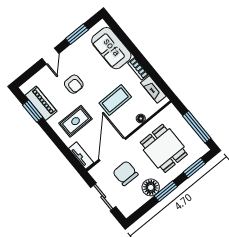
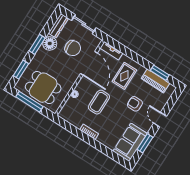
sofa: (111, 48) -> (130, 142), moved, turned -90
fireplace: (153, 89) -> (72, 120), removed
dining table: (164, 148) -> (43, 88), moved
dresser: (134, 205) -> (58, 26), added

